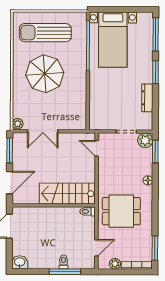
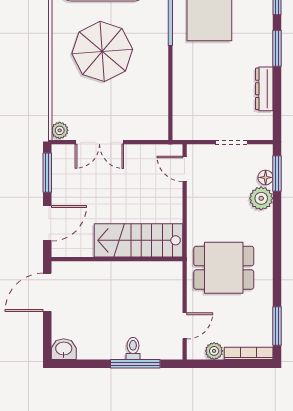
plant: (145, 140) -> (261, 198), moved
floor lamp: (148, 180) -> (266, 177), moved
toilet: (88, 211) -> (171, 269), removed

